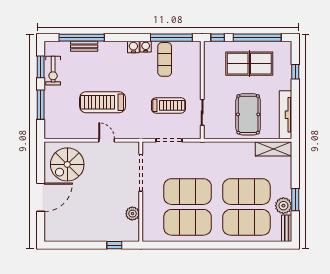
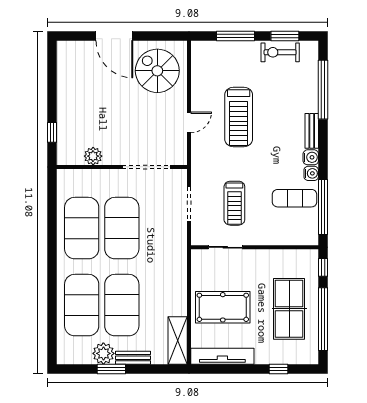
bench: (84, 46) -> (312, 131), moved
treadmill: (103, 102) -> (239, 117), turned 180
bench: (287, 228) -> (133, 358), moved

